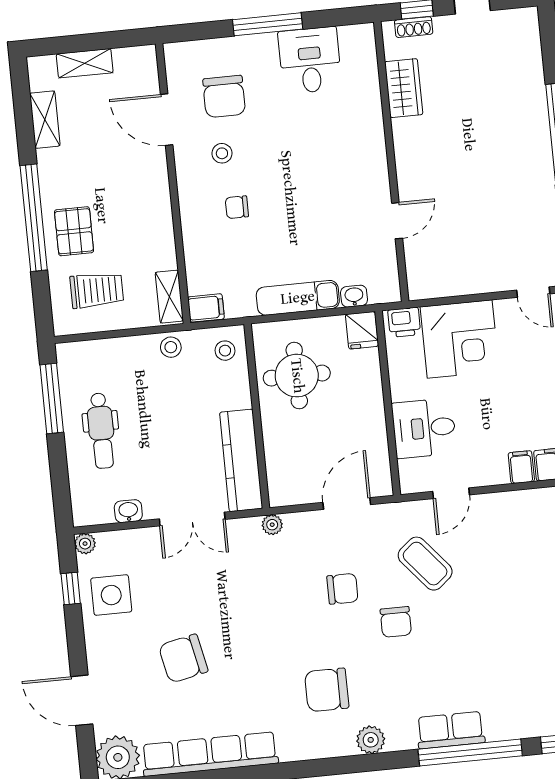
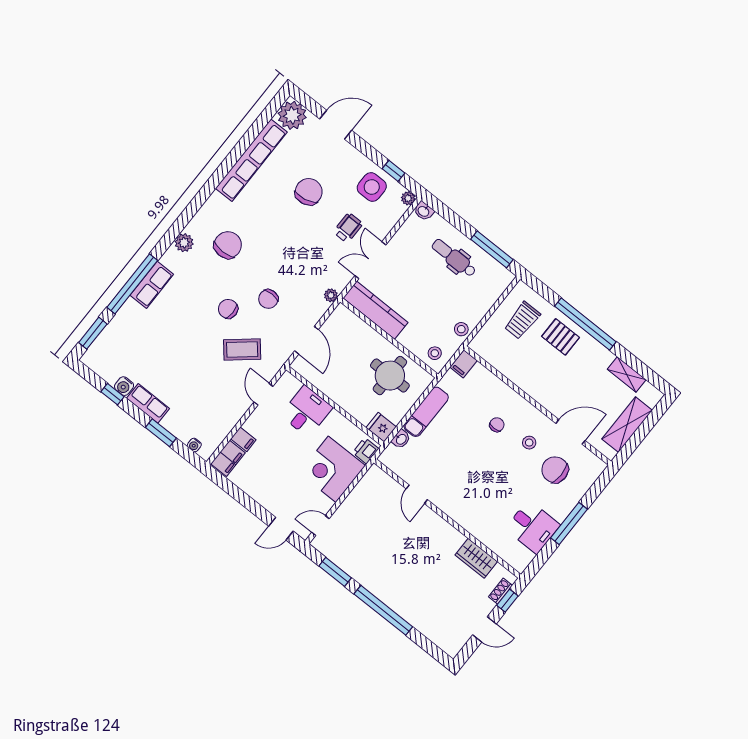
shelving: (85, 63) -> (627, 425), width x1.50, depth x1.33
shelving: (169, 297) -> (486, 352), removed
washbasin: (128, 511) -> (424, 211), moved, turned 90
wheelchair: (181, 577) -> (348, 228), added

